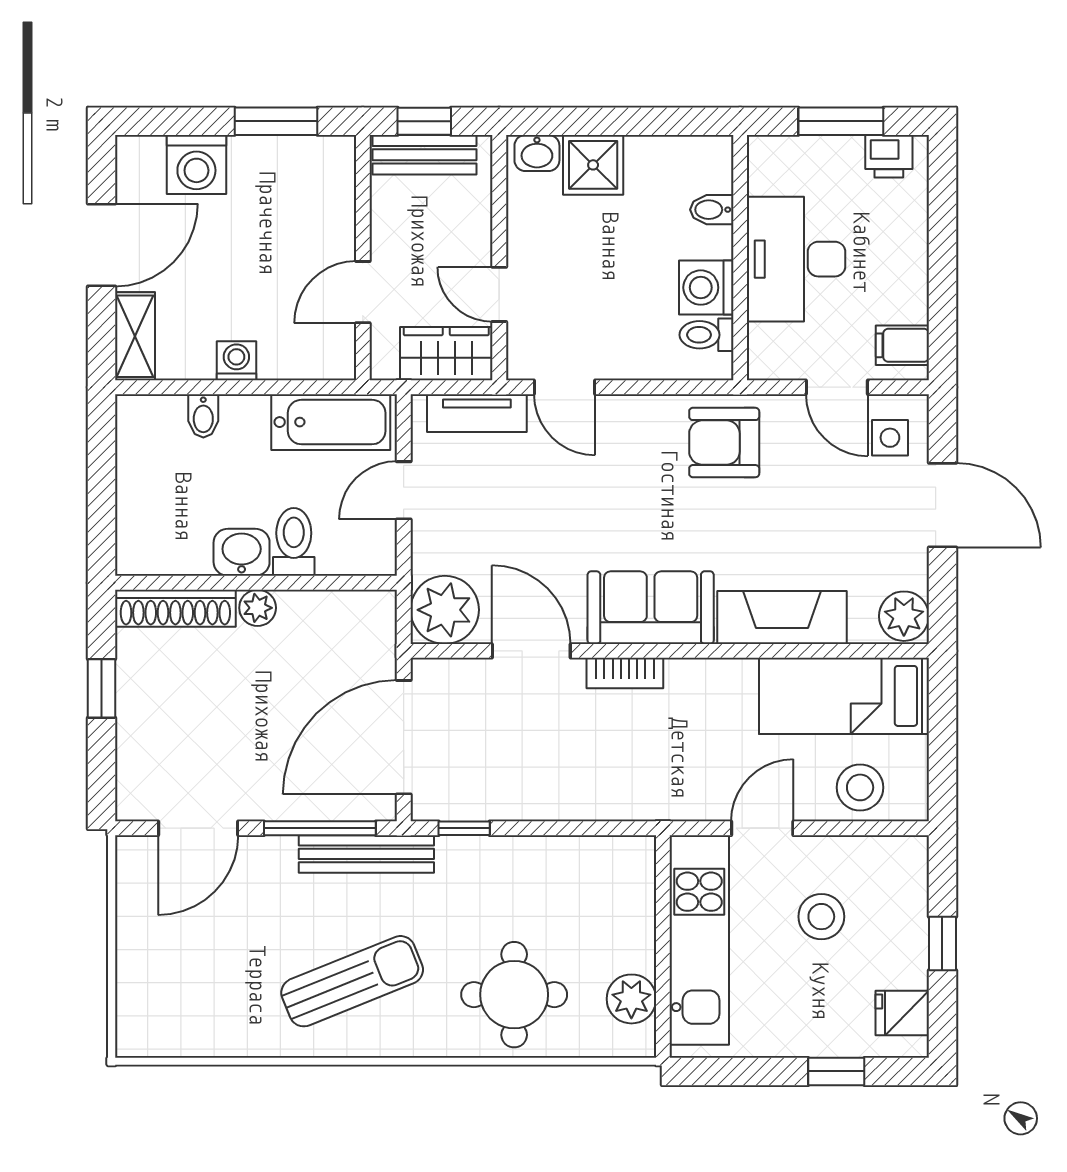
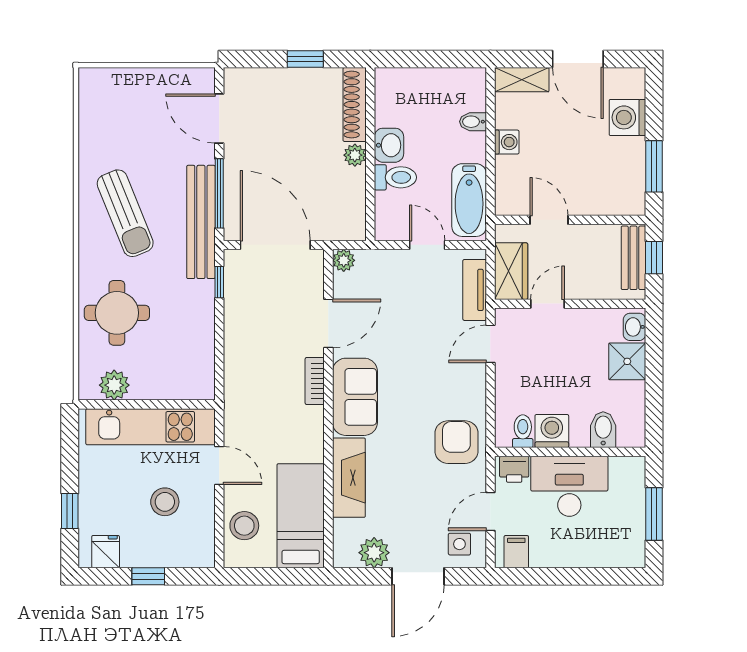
printer: (889, 156) -> (514, 469), moved, turned -90
bidet: (712, 210) -> (603, 430), width x1.38, depth x1.36
plant: (445, 610) -> (344, 260), width x0.53, depth x0.53
plant: (904, 616) -> (374, 553), moved
bench: (366, 854) -> (201, 222), width x1.37, depth x1.21

